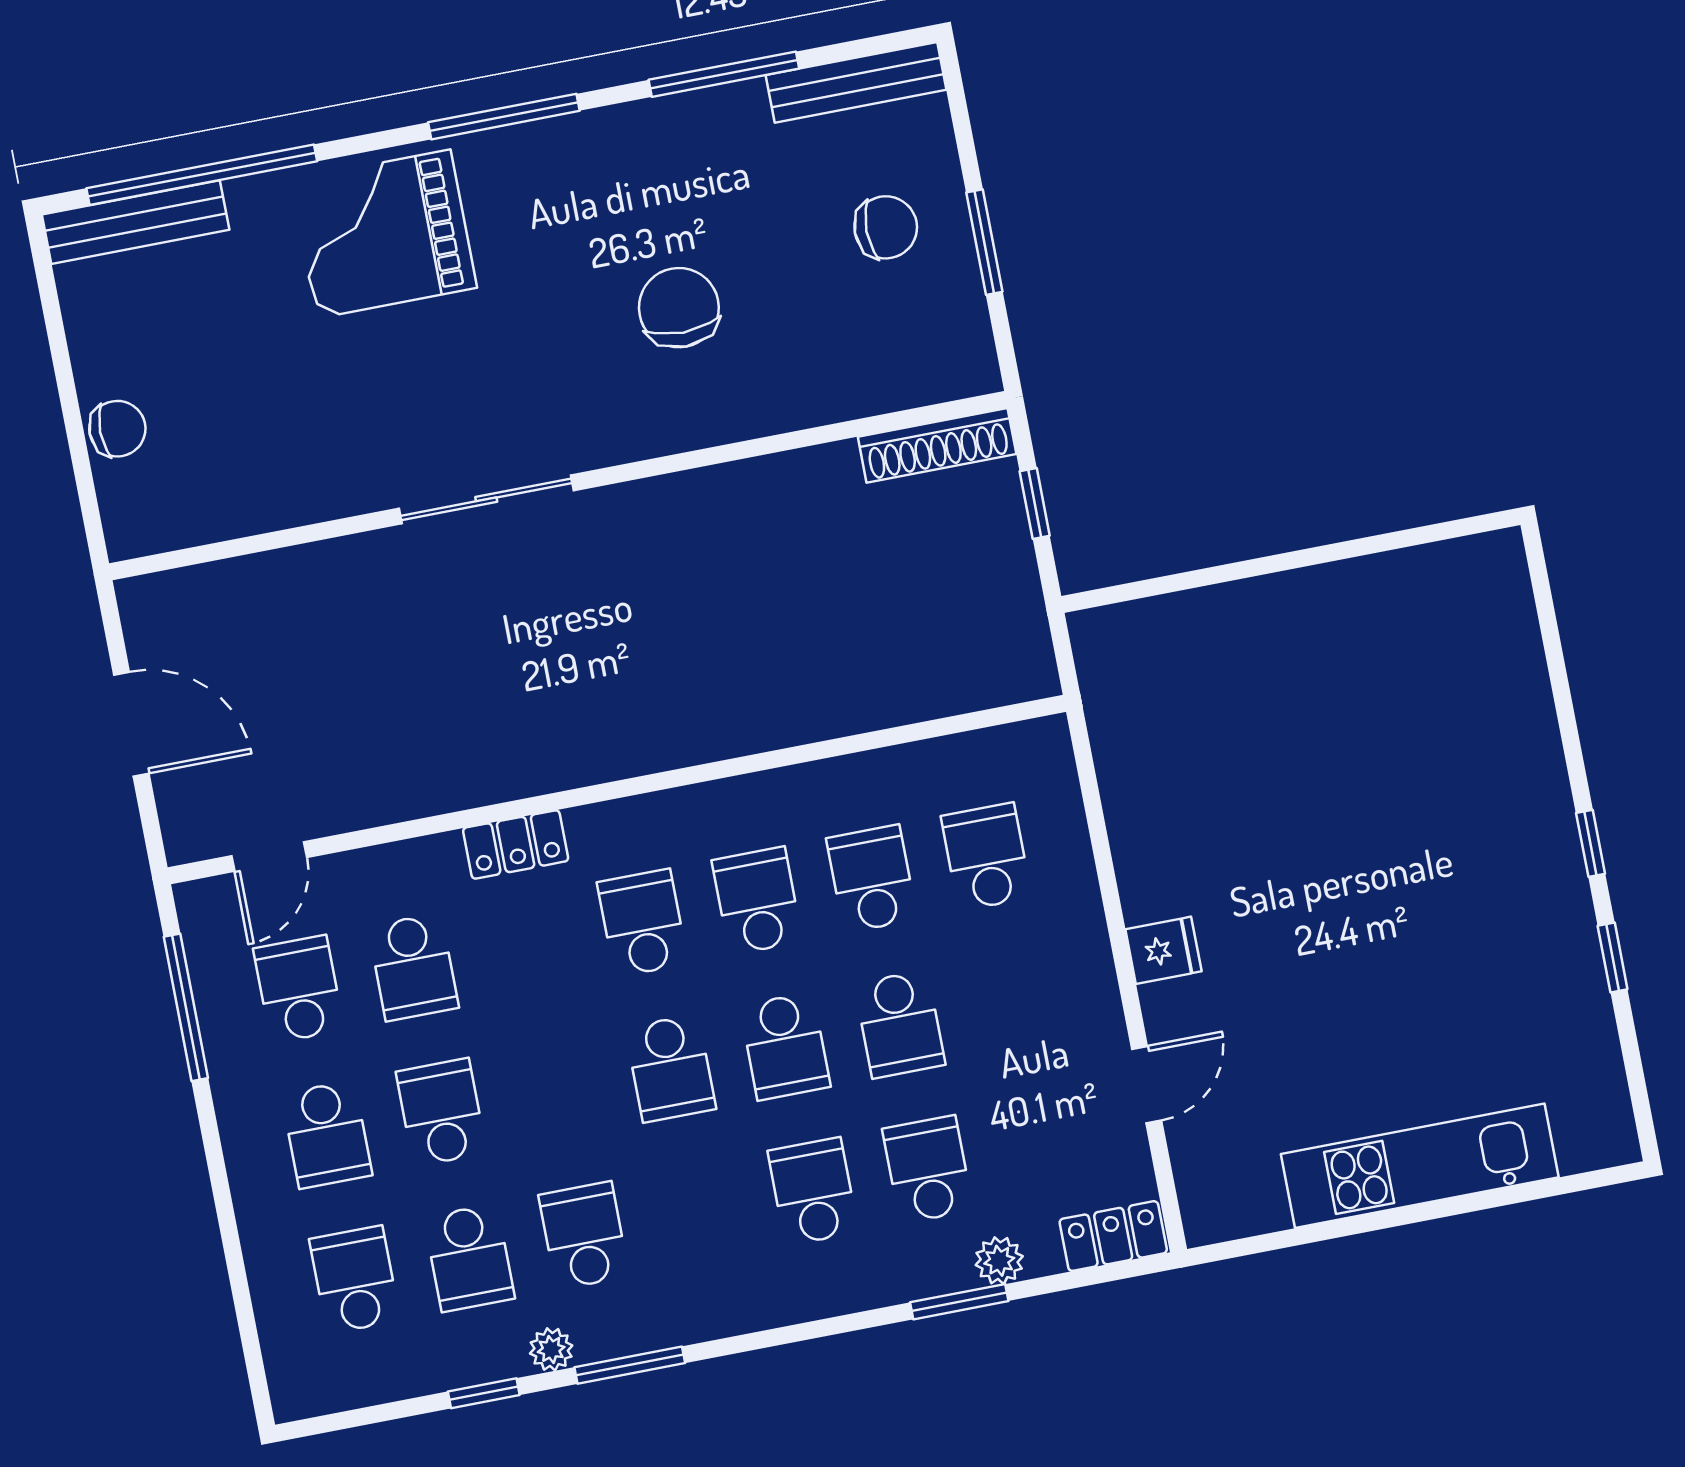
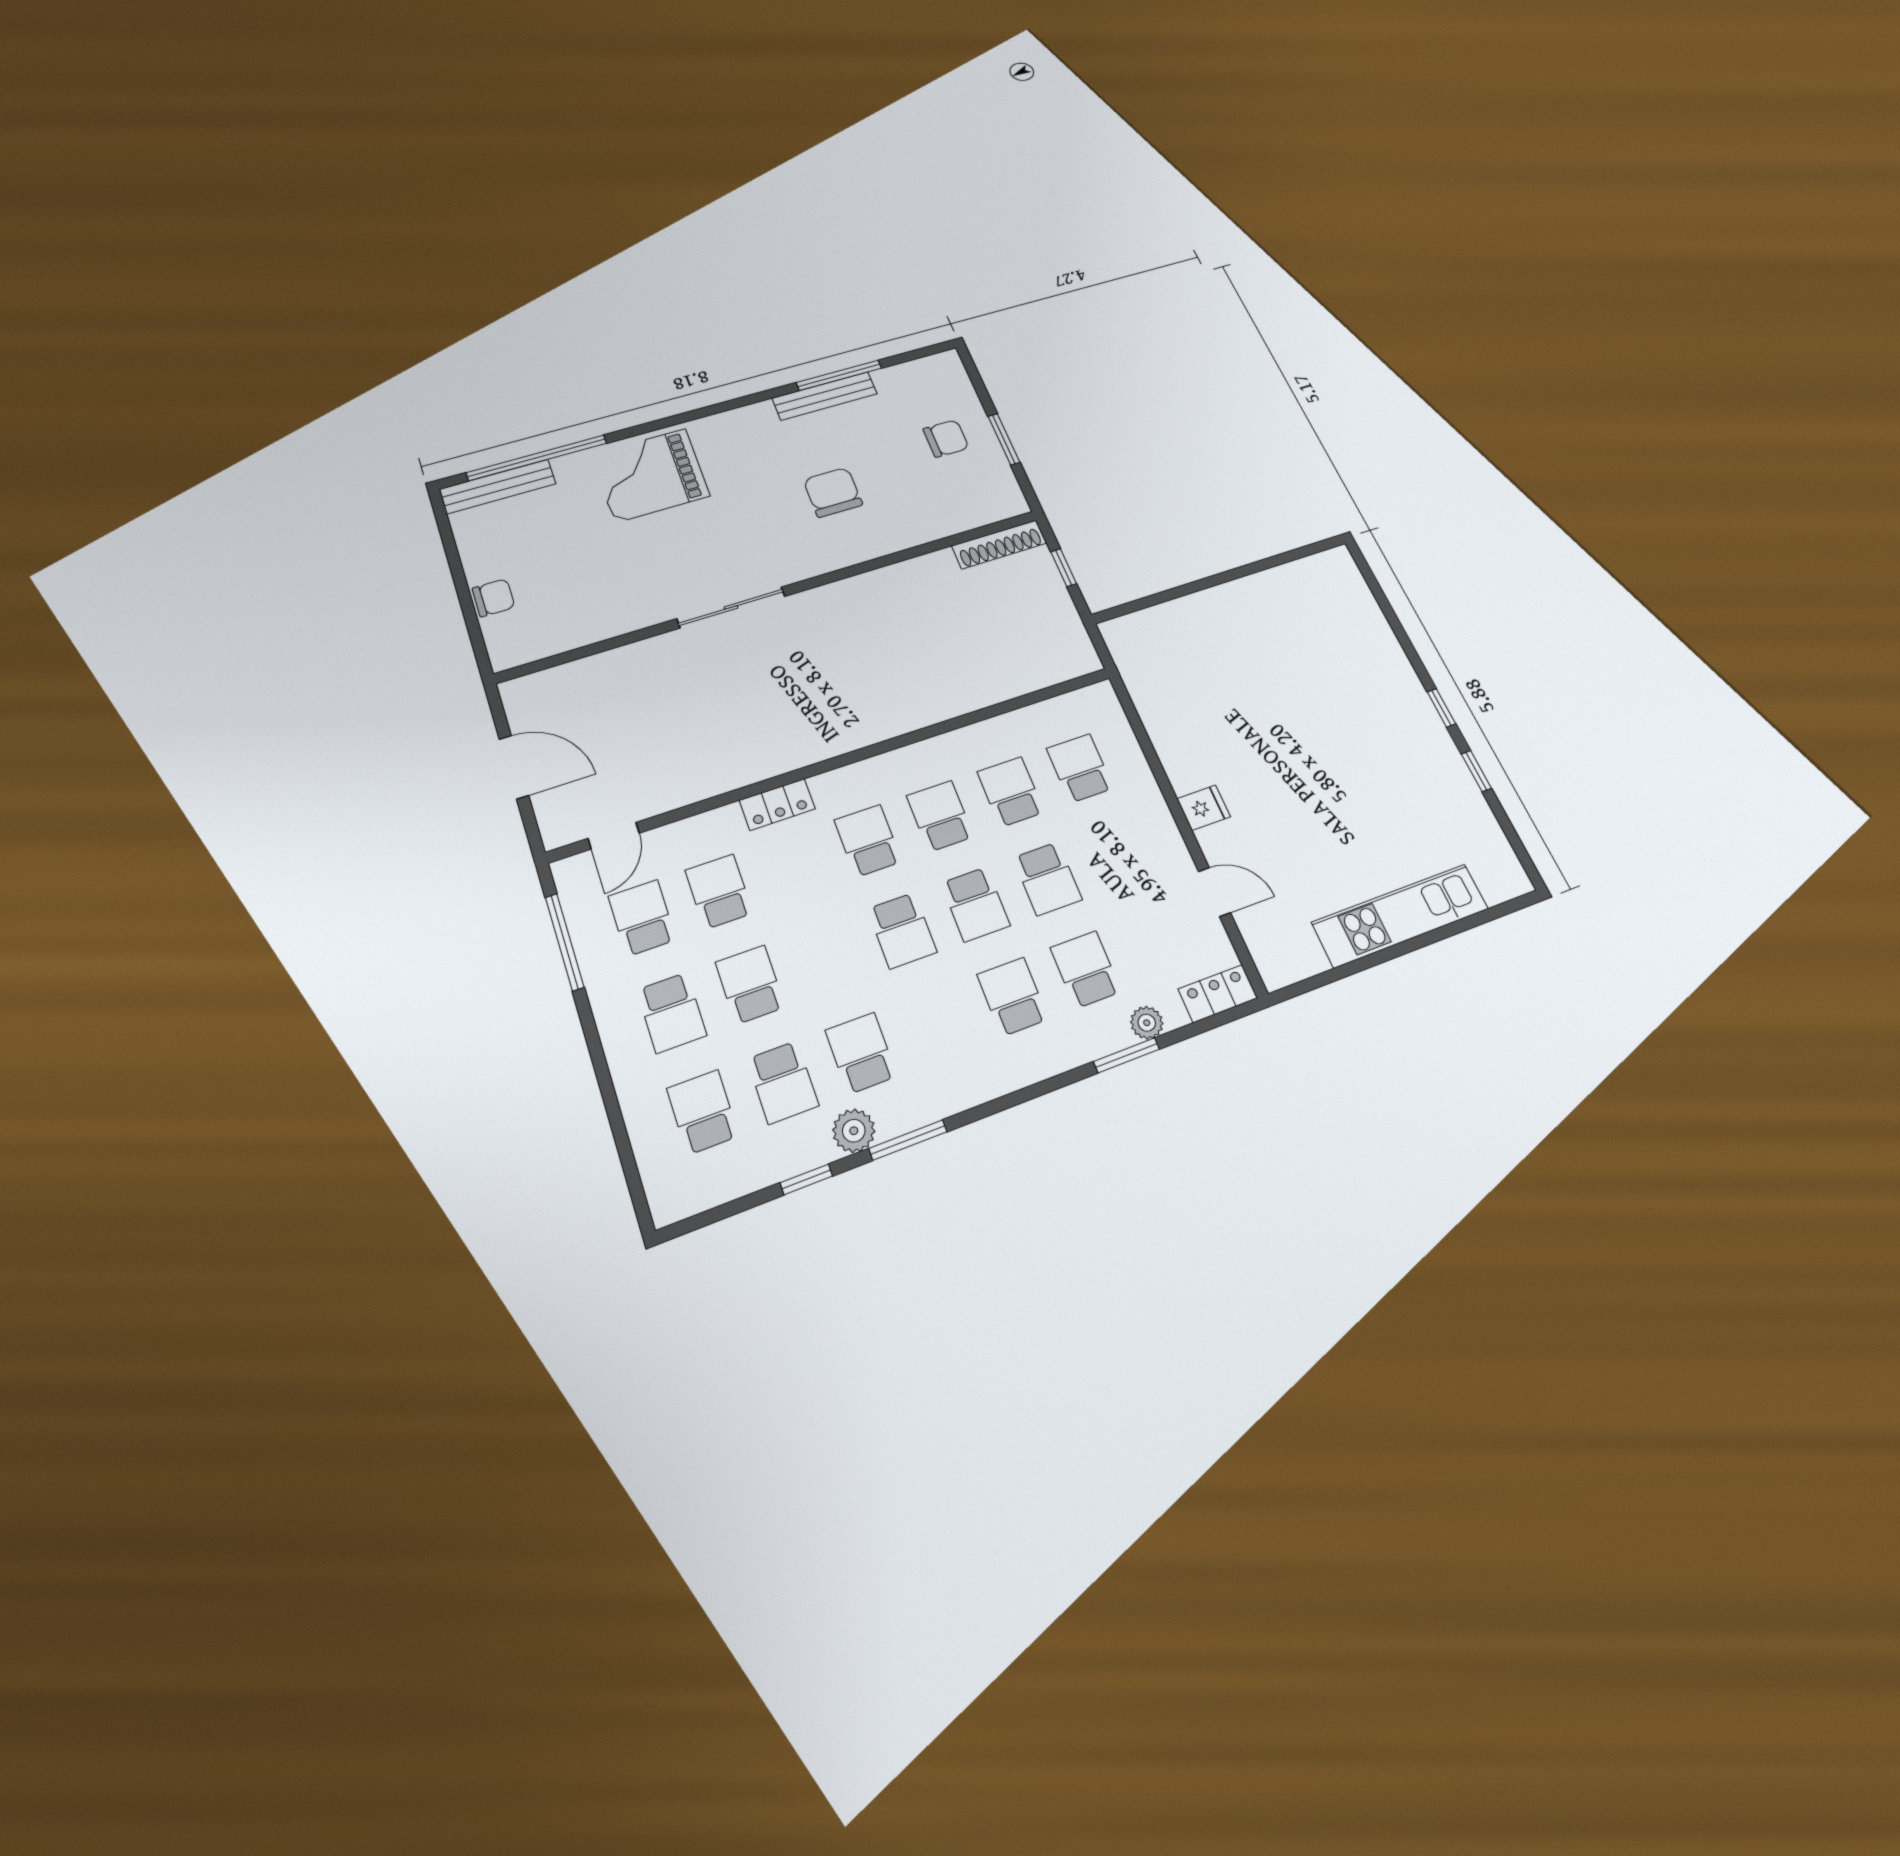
bench: (856, 82) -> (825, 396), moved
window: (504, 117) -> (715, 409), removed
school desk: (413, 967) -> (719, 892), turned 180
door: (1147, 1085) -> (1214, 892), hinge flipped
plant: (551, 1349) -> (854, 1131), width x1.38, depth x1.38

